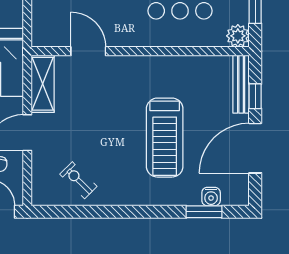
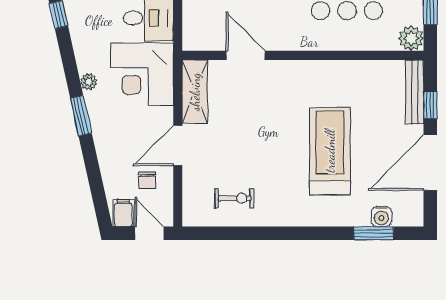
treadmill: (165, 138) -> (330, 151), turned 180
exercise bike: (78, 180) -> (234, 198), turned 135

